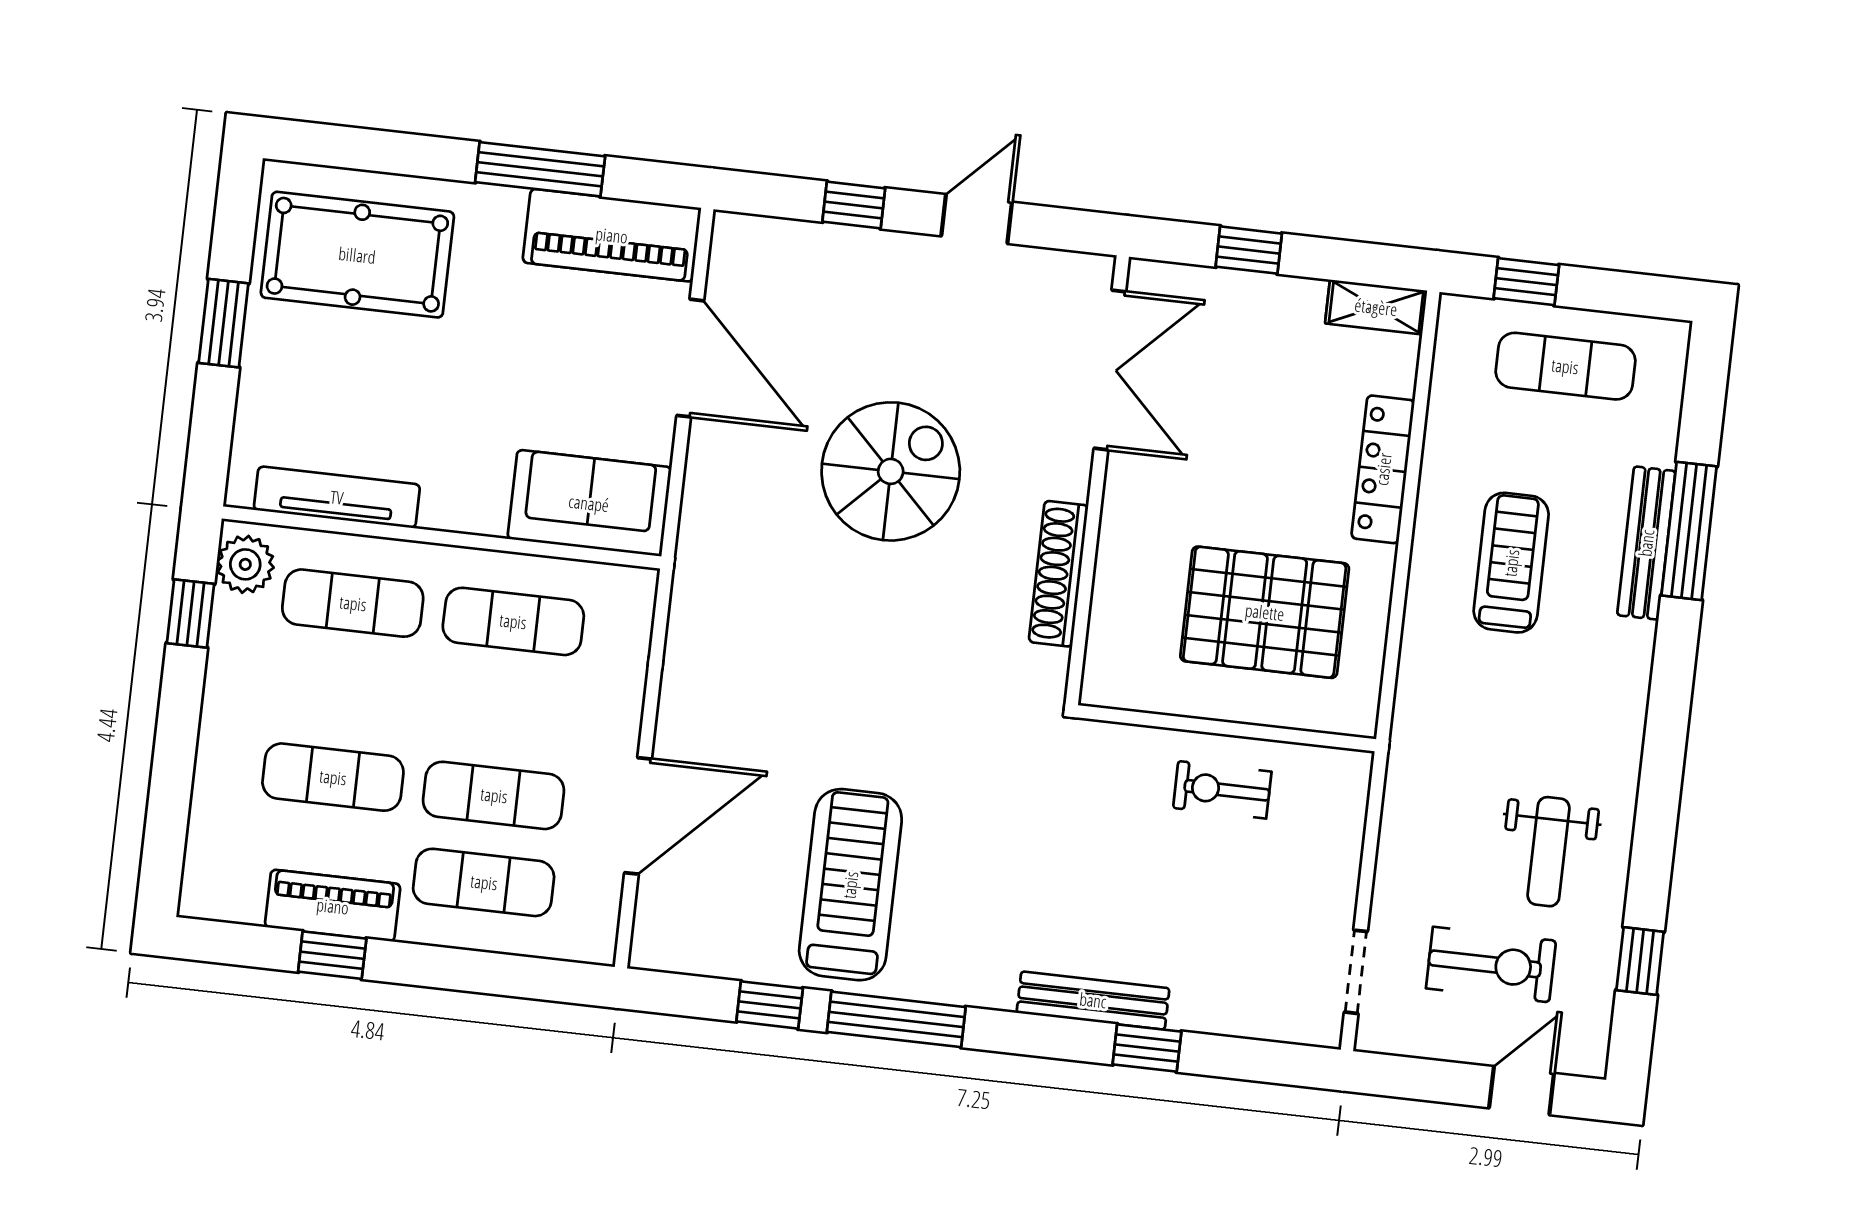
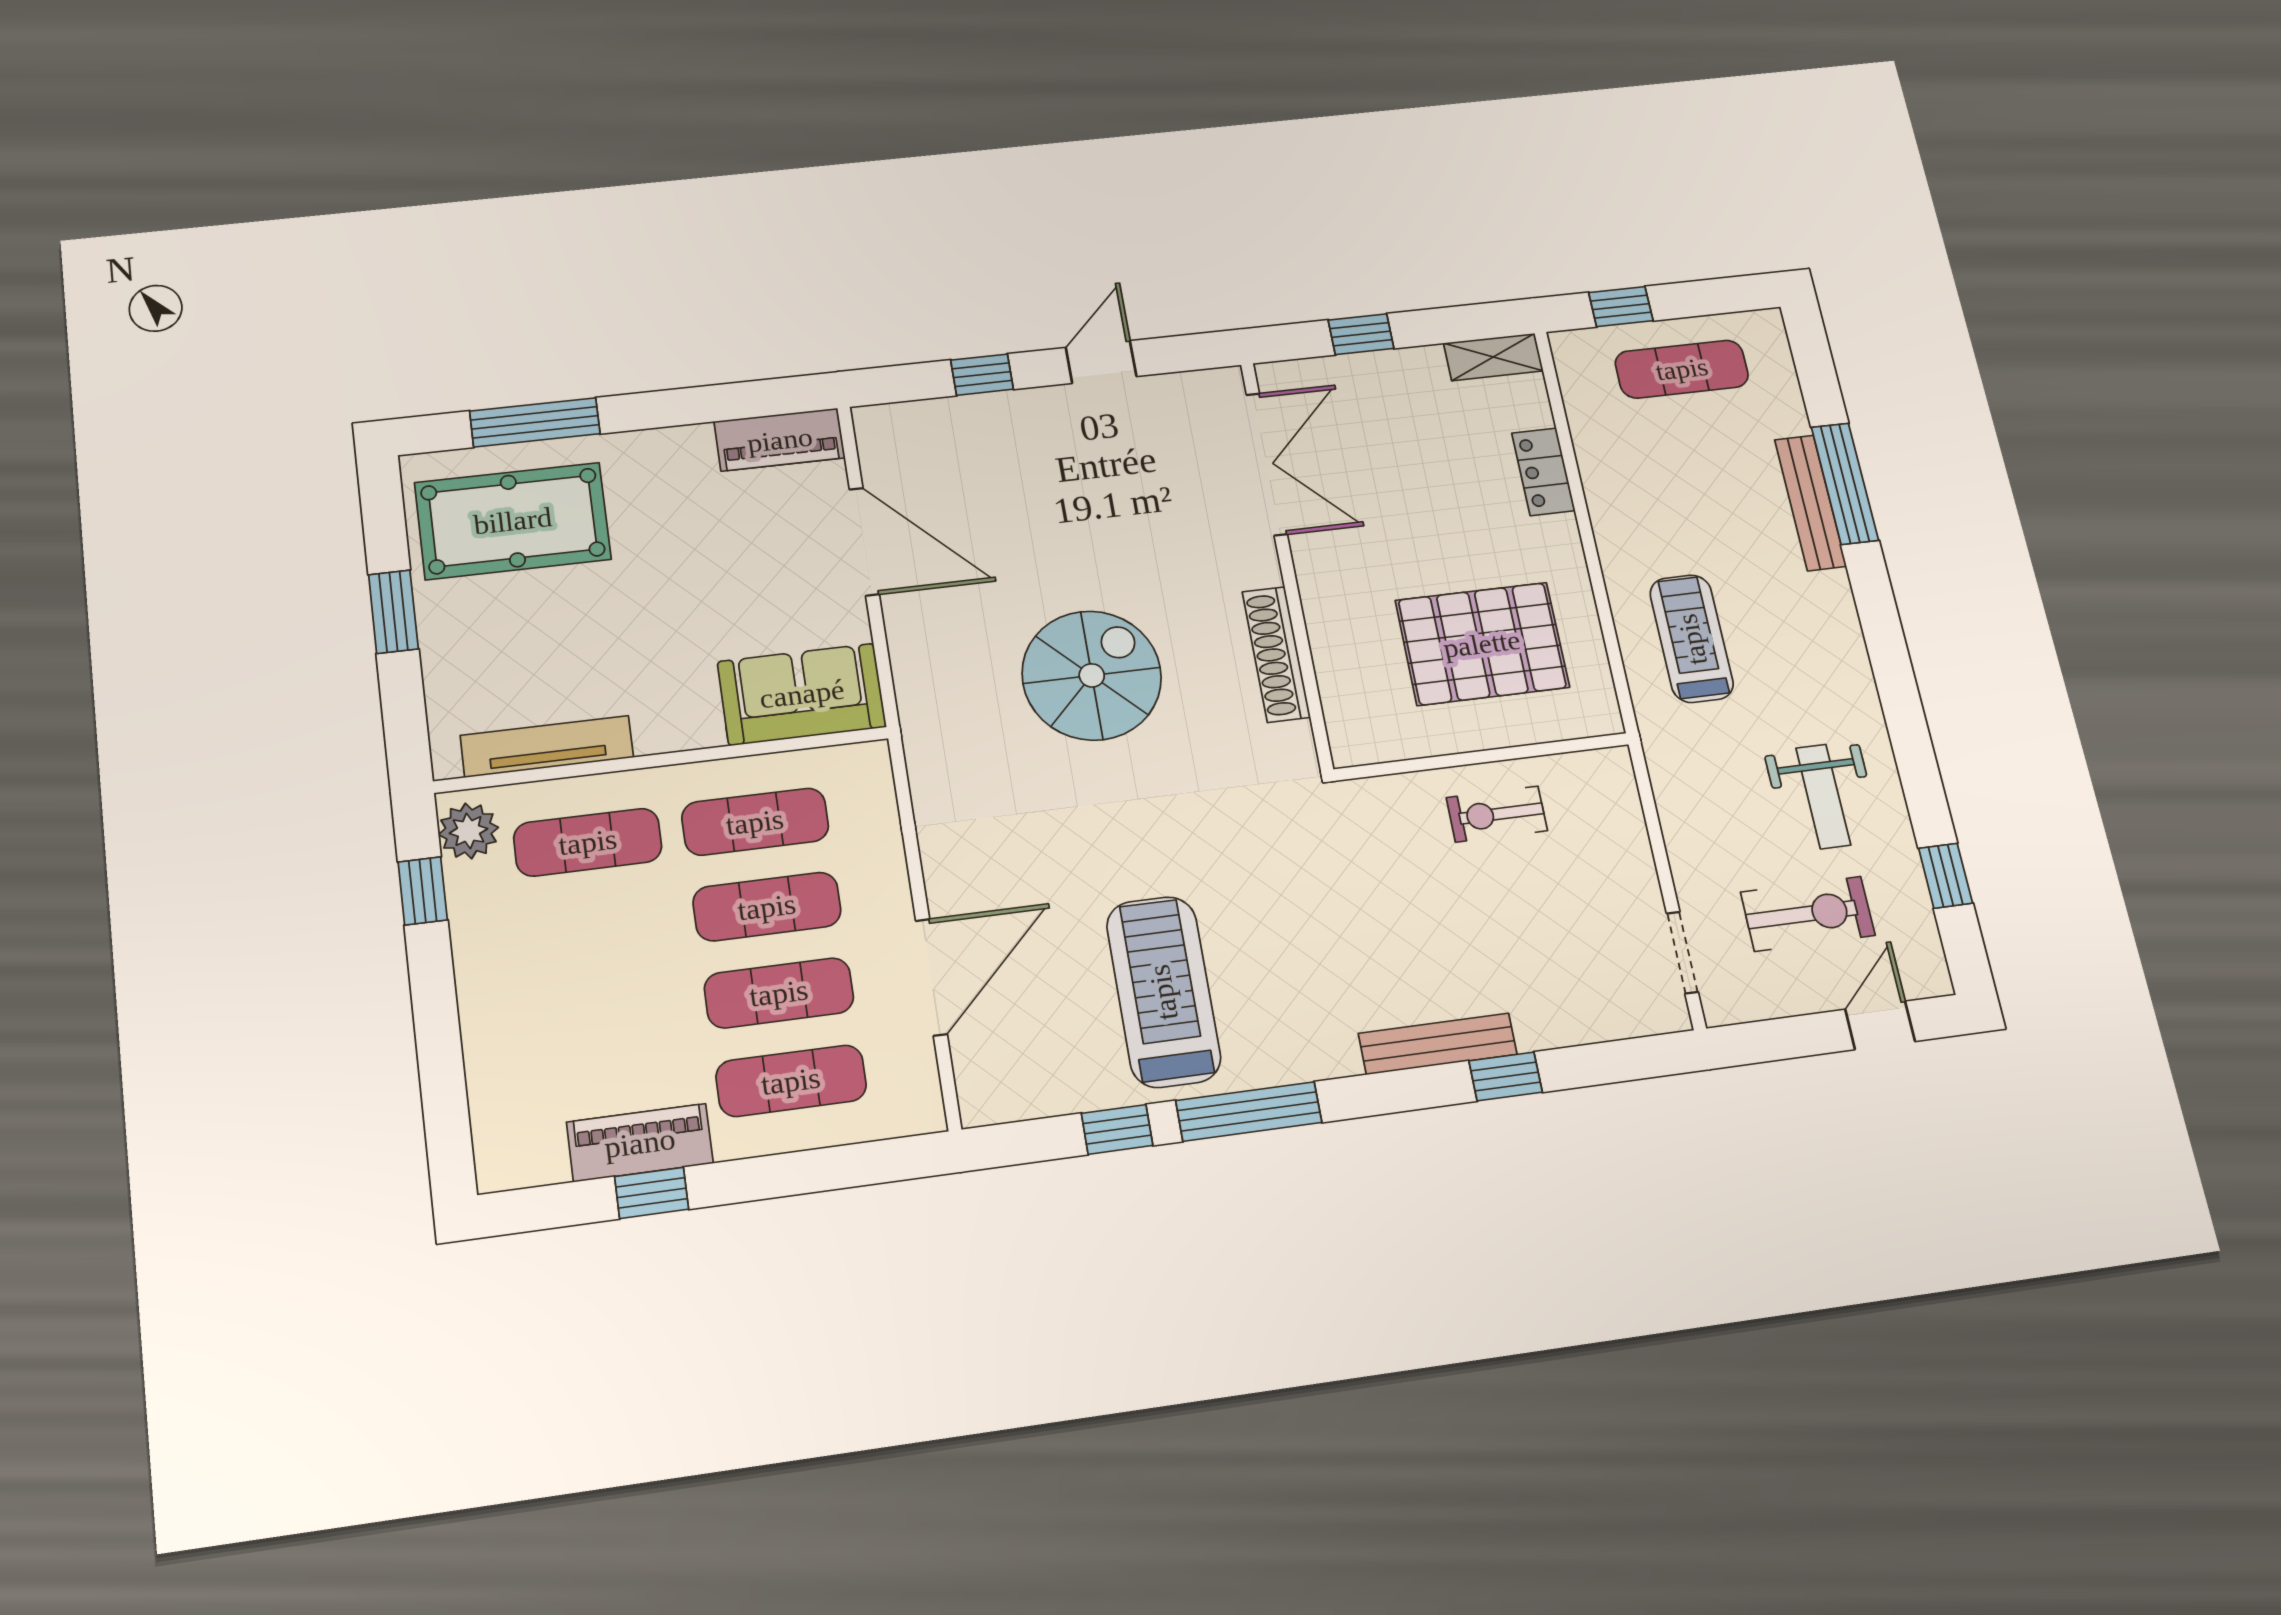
window: (540, 169) -> (535, 422), moved
piano: (612, 235) -> (780, 440), width x0.73, depth x0.75
locker: (1383, 469) -> (1543, 472), width x0.66
spiral stairs: (891, 471) -> (1092, 675), moved
treadmill: (1511, 563) -> (1692, 639), moved
exercise mat: (333, 777) -> (767, 907), moved

